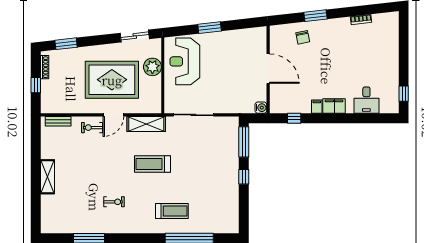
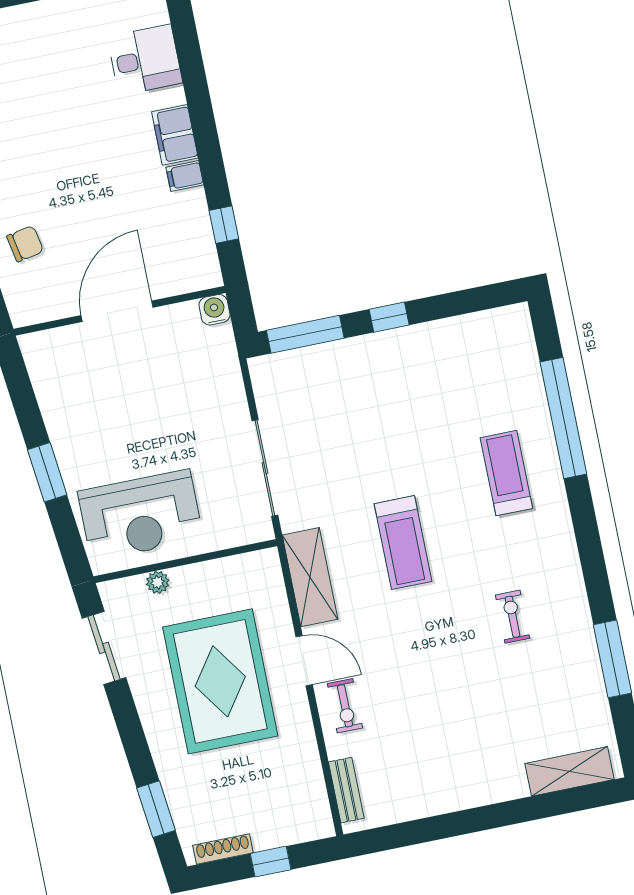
plant: (152, 67) -> (158, 582), width x0.53, depth x0.53
shelving: (48, 177) -> (569, 771), moved

